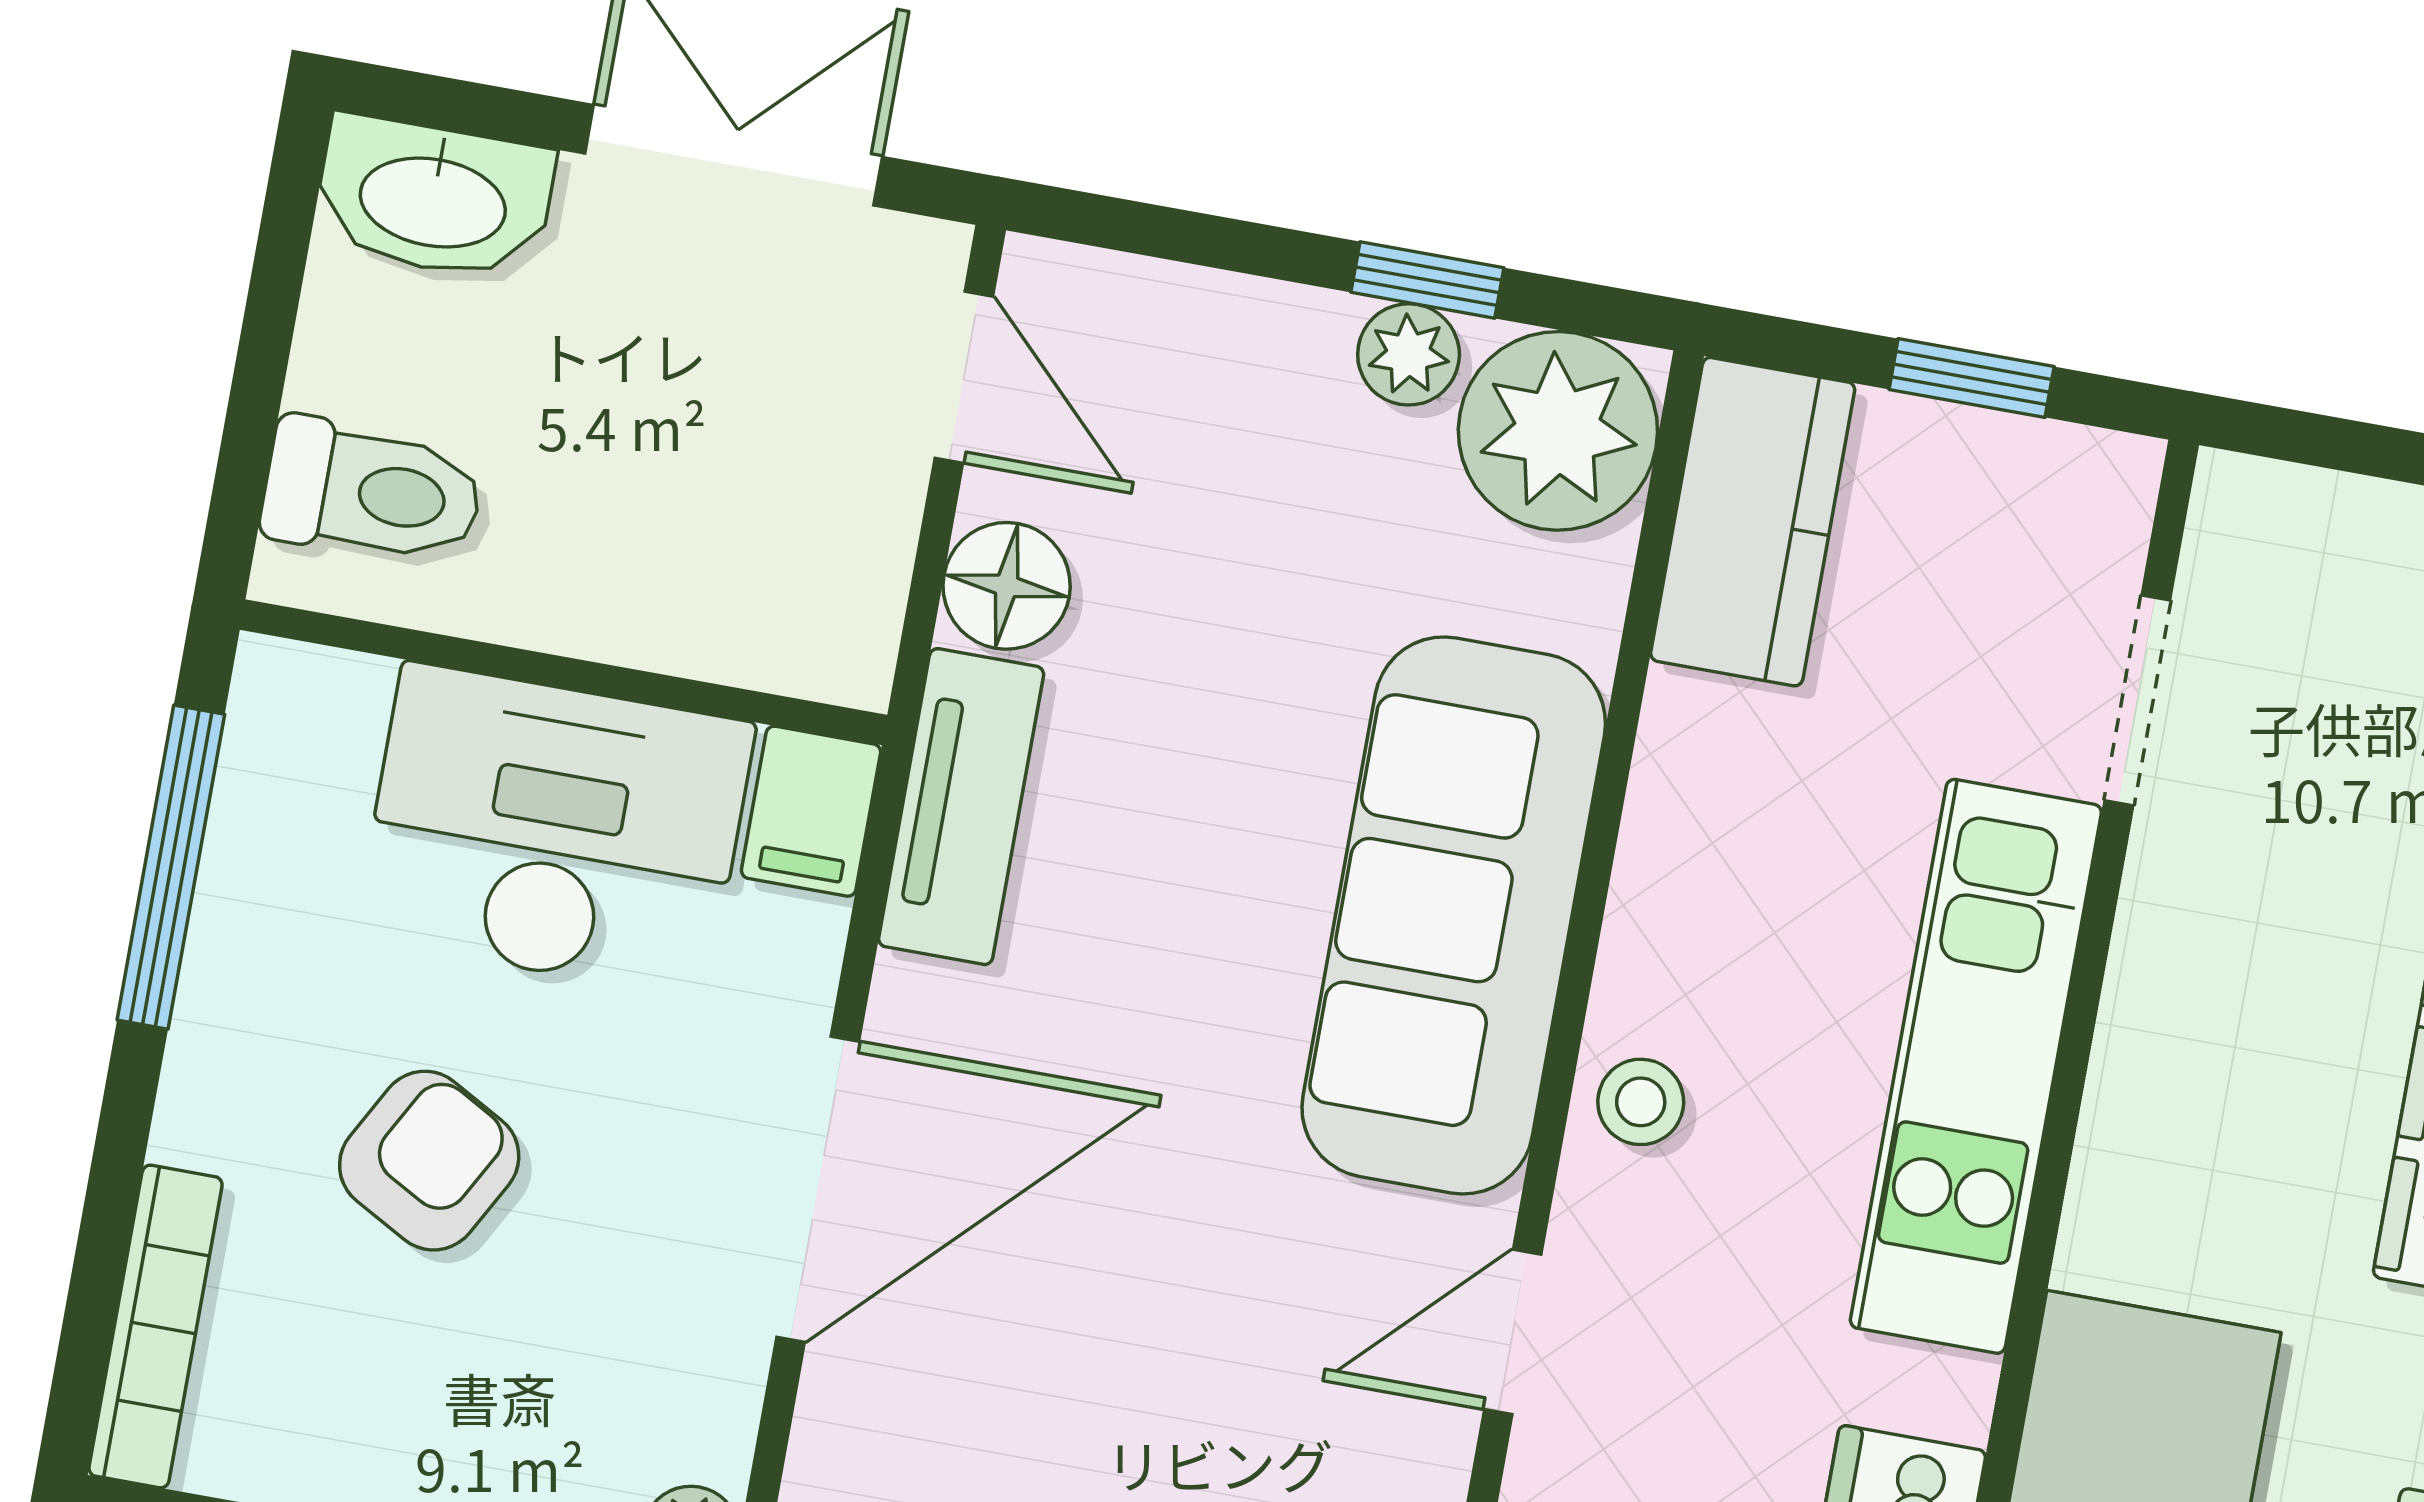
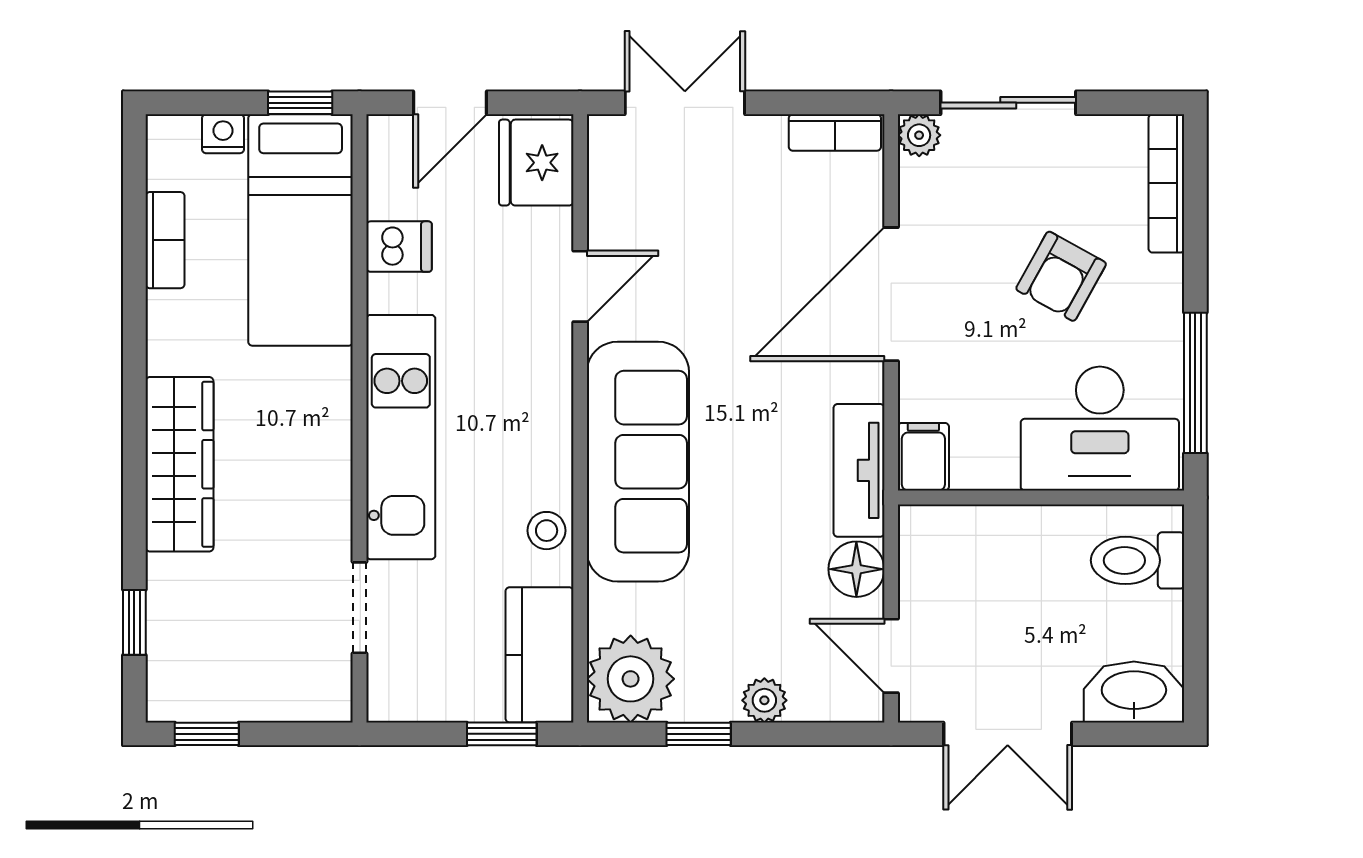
plant: (1409, 354) -> (764, 700), moved
window: (1972, 378) -> (502, 734), moved
desk: (555, 830) -> (1100, 429), moved
stool: (1641, 1102) -> (547, 531), moved

